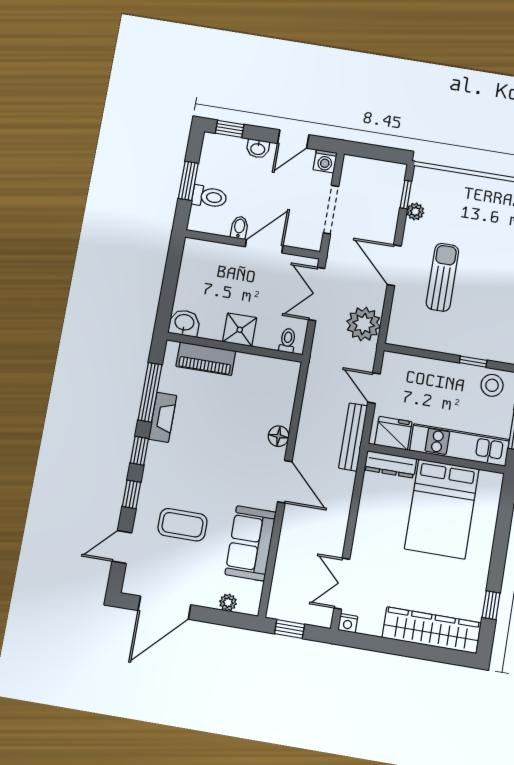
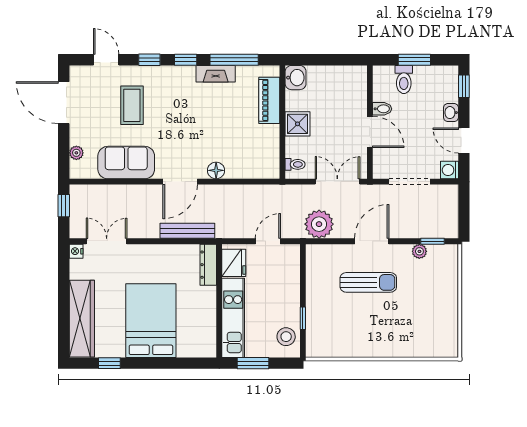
bench: (353, 437) -> (187, 231), moved
bed: (442, 509) -> (151, 321), moved, turned 90

